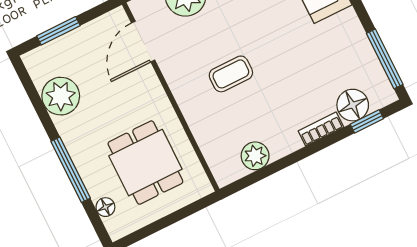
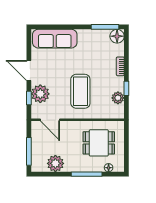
window: (58, 31) -> (29, 151), width x1.44
coffee table: (231, 74) -> (80, 91), width x1.86, depth x1.72
floor lamp: (353, 105) -> (117, 36), moved
window: (367, 121) -> (126, 88), moved

